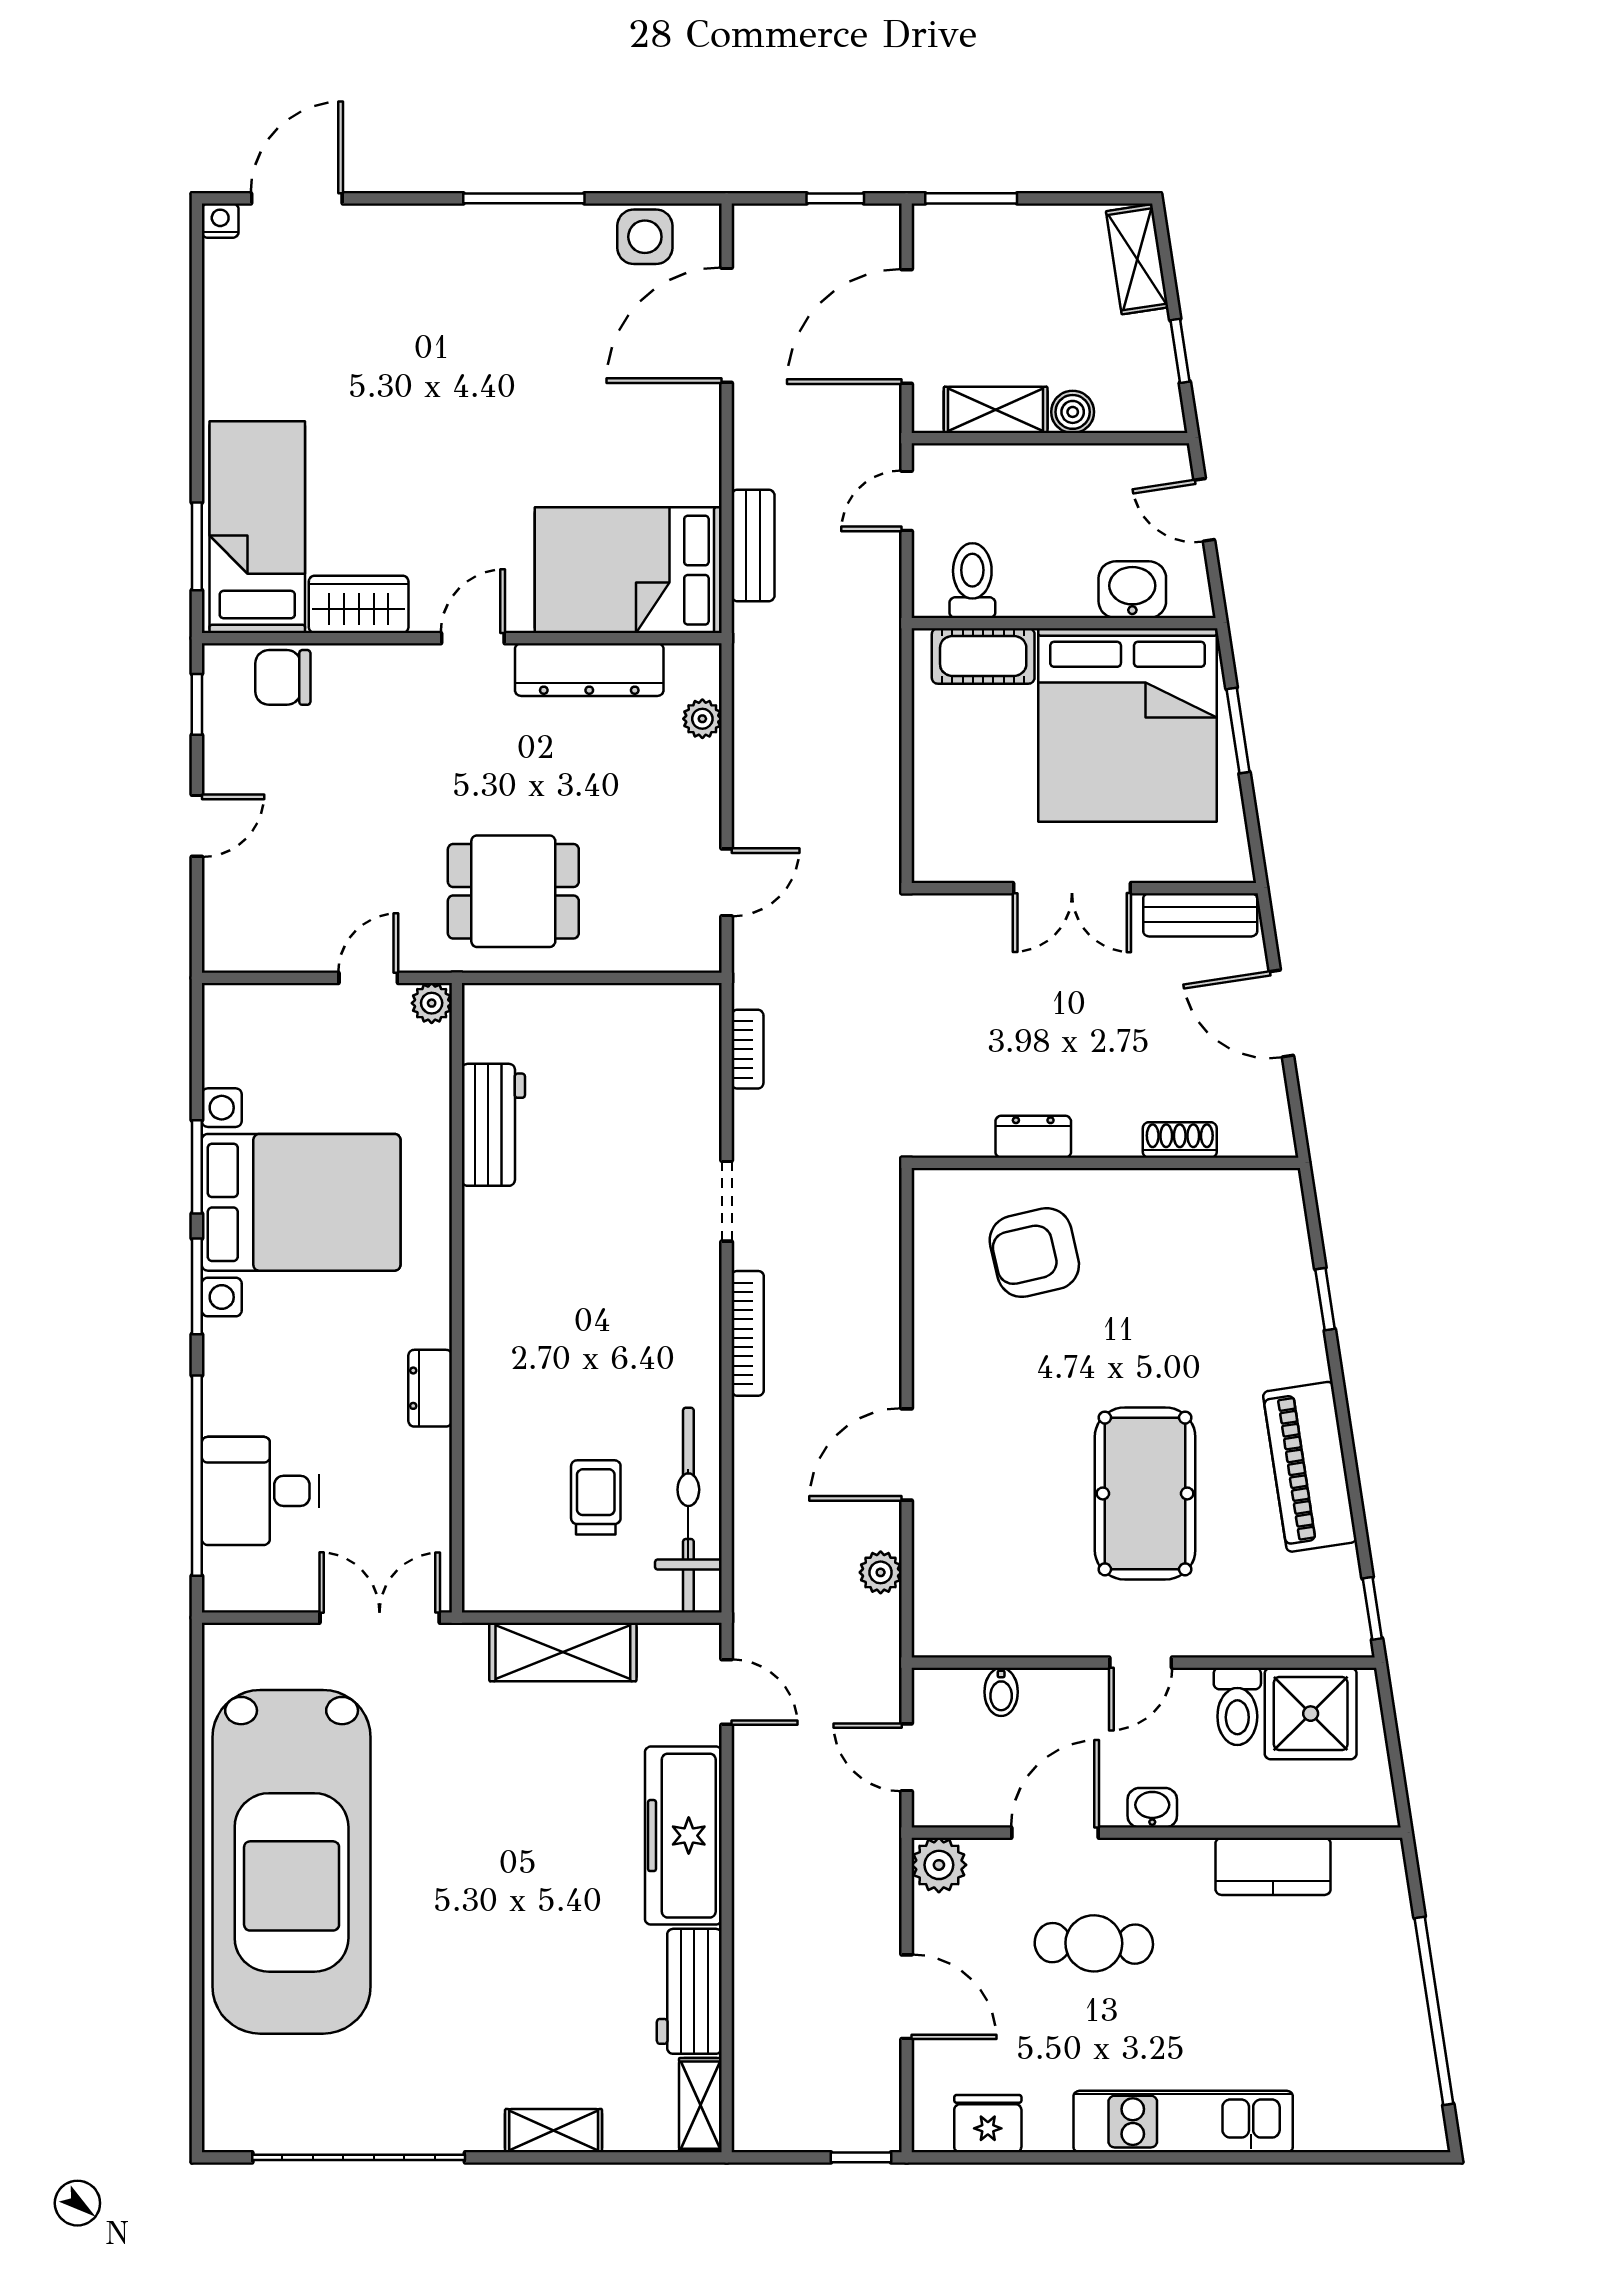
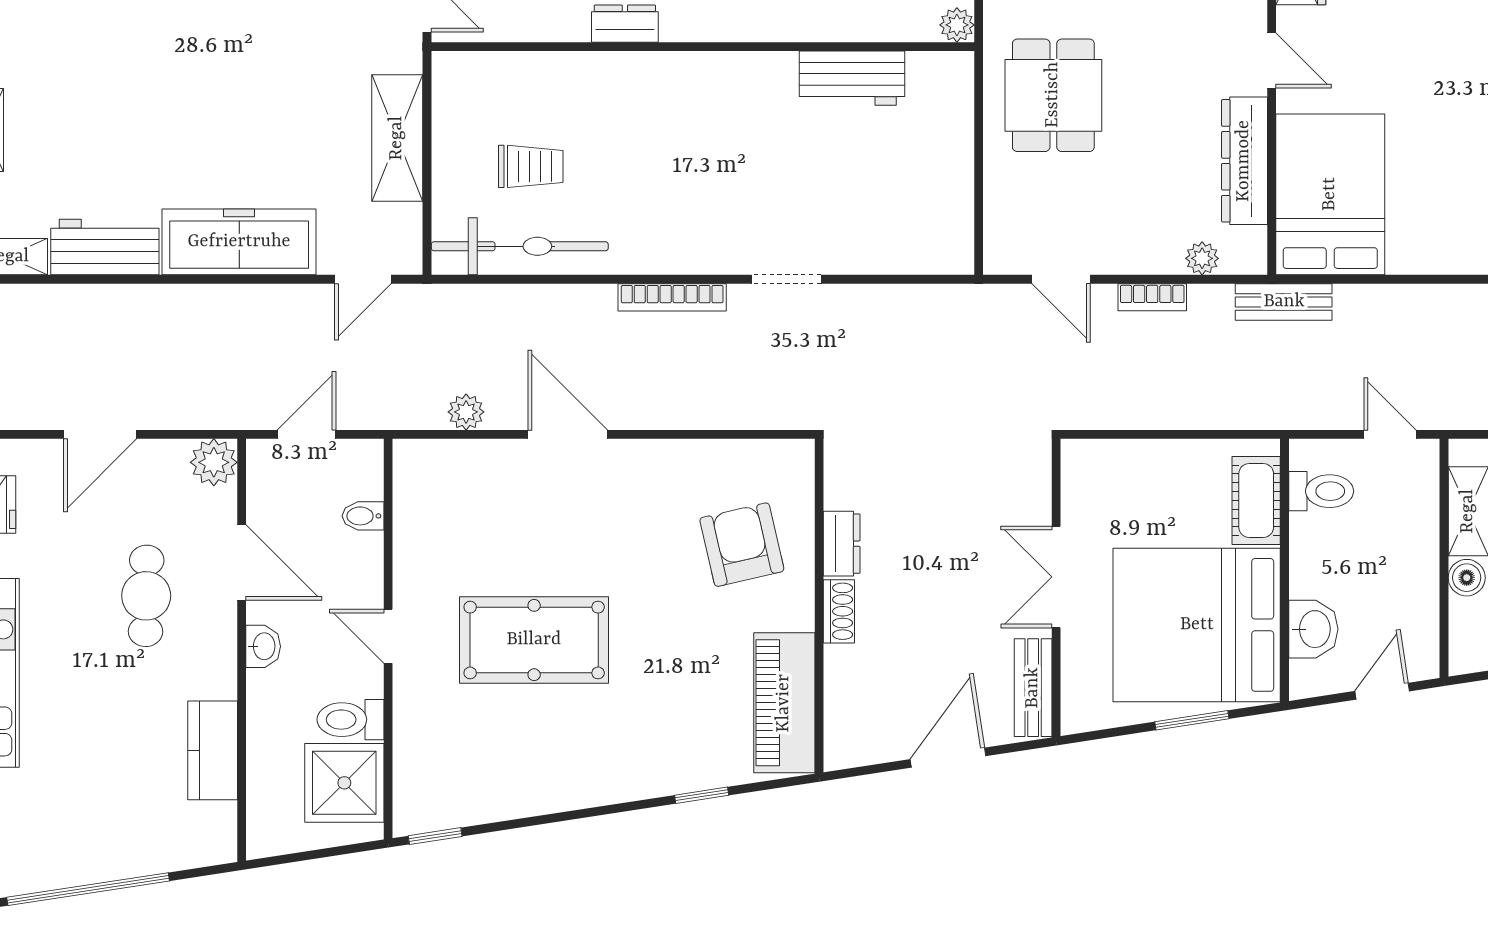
bench: (753, 545) -> (1284, 302), moved
bookcase: (747, 1049) -> (1152, 297), moved
shoe rack: (1180, 1140) -> (839, 611), moved
piano: (1310, 1467) -> (784, 703), moved, turned -81

